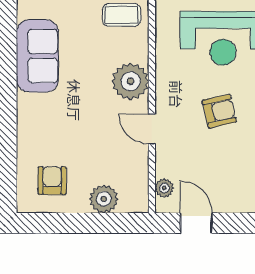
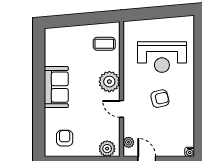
sofa: (37, 56) -> (56, 87), moved
plant: (104, 199) -> (107, 149), moved

